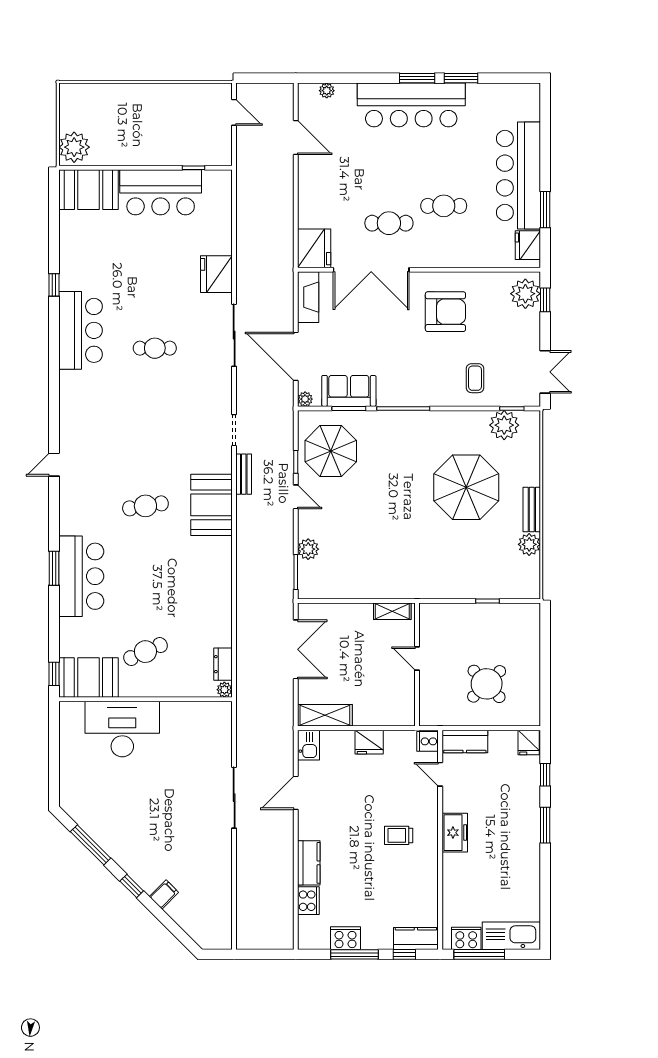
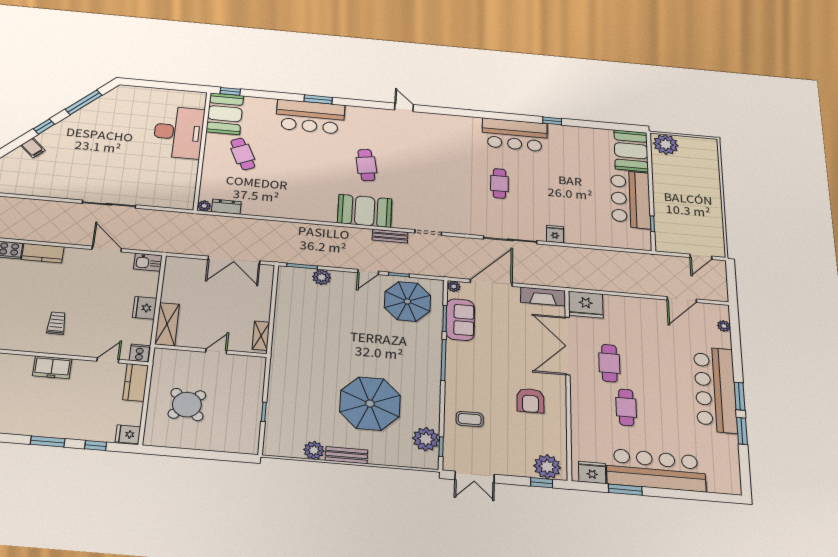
fridge: (216, 274) -> (555, 234), width x0.53, depth x0.75
armchair: (445, 312) -> (530, 401), width x0.73, depth x0.73
shelving: (325, 715) -> (167, 324), moved

